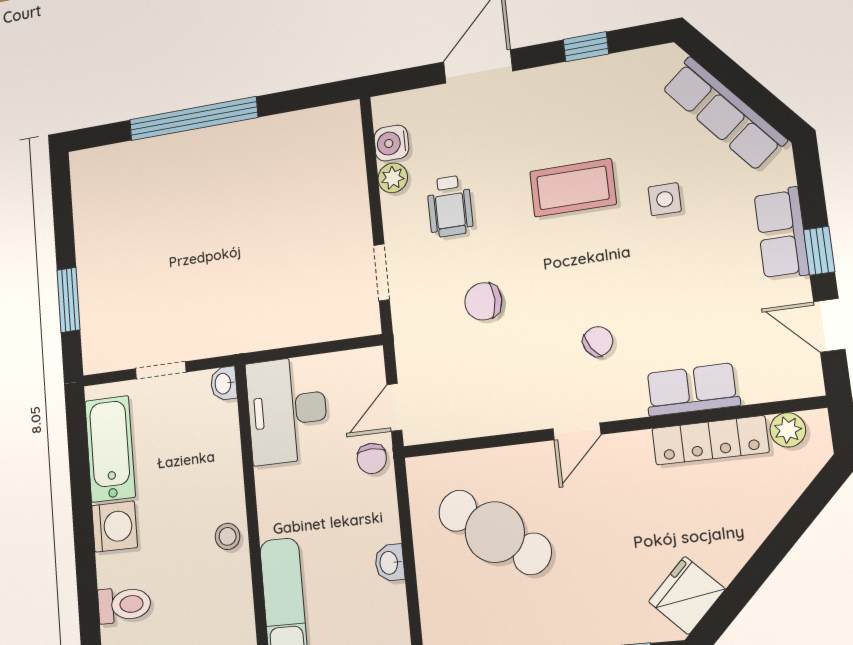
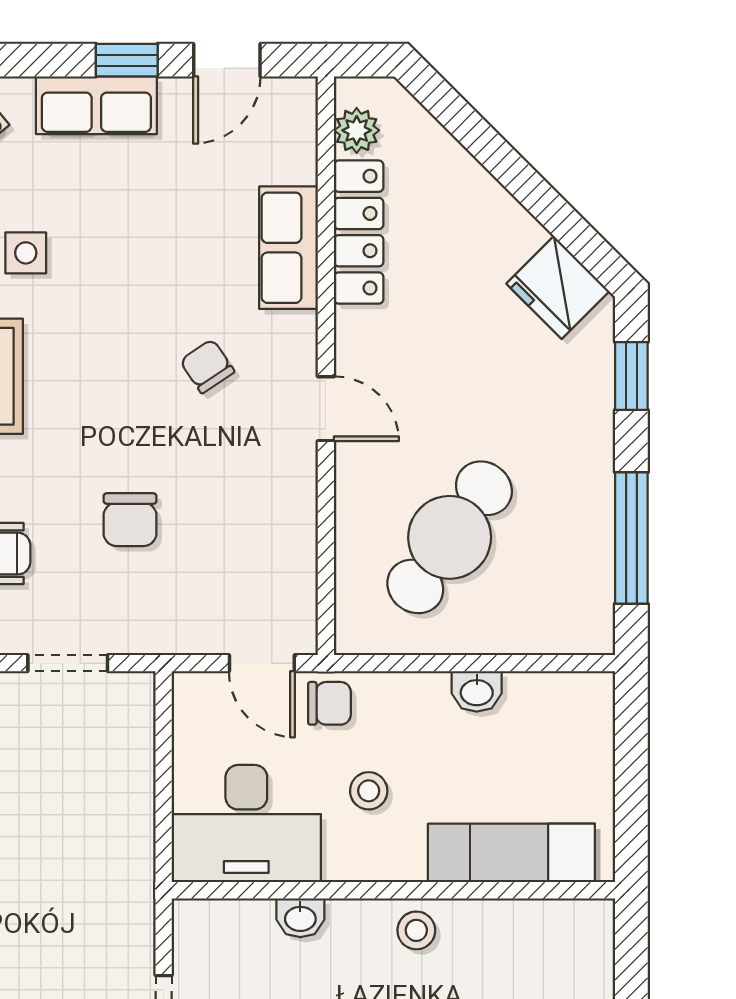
washbasin: (224, 384) -> (300, 918), moved
stool: (316, 493) -> (369, 791), added

